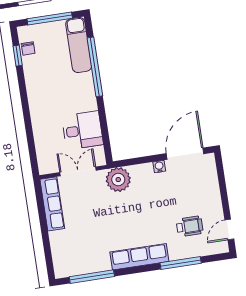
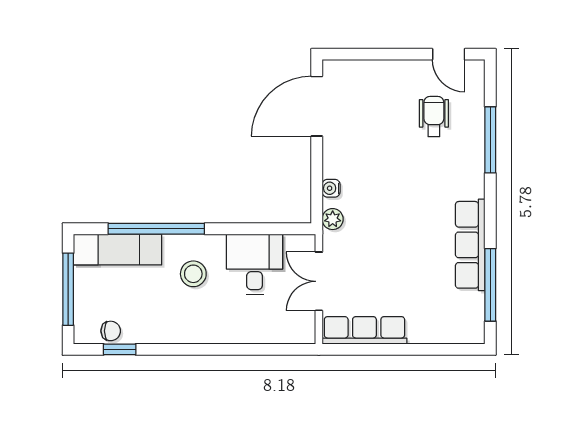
stool: (71, 94) -> (193, 274), added
door: (185, 154) -> (317, 106), hinge flipped
water cooler: (159, 167) -> (331, 188), moved
plant: (118, 180) -> (333, 219), width x0.53, depth x0.53
row of seats: (139, 257) -> (470, 245), moved

